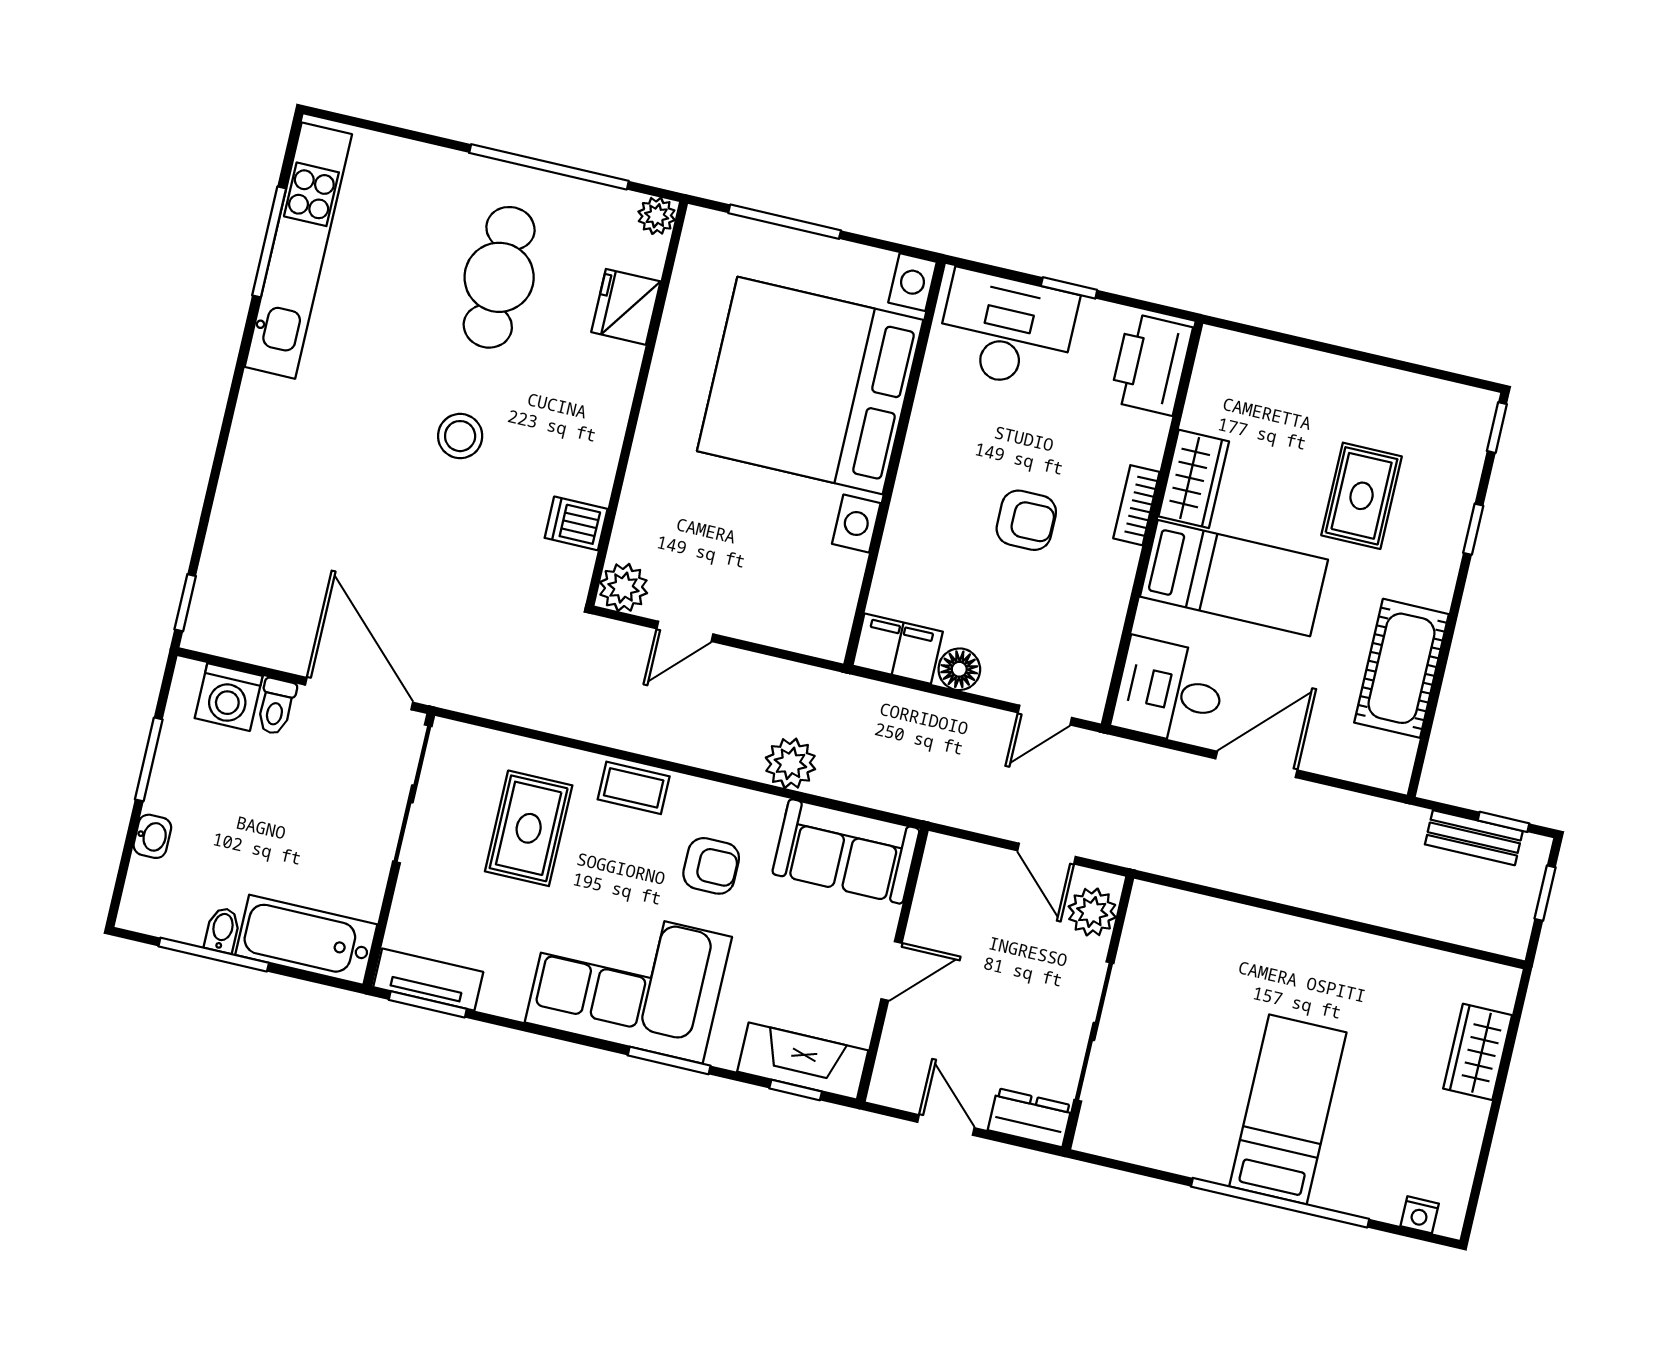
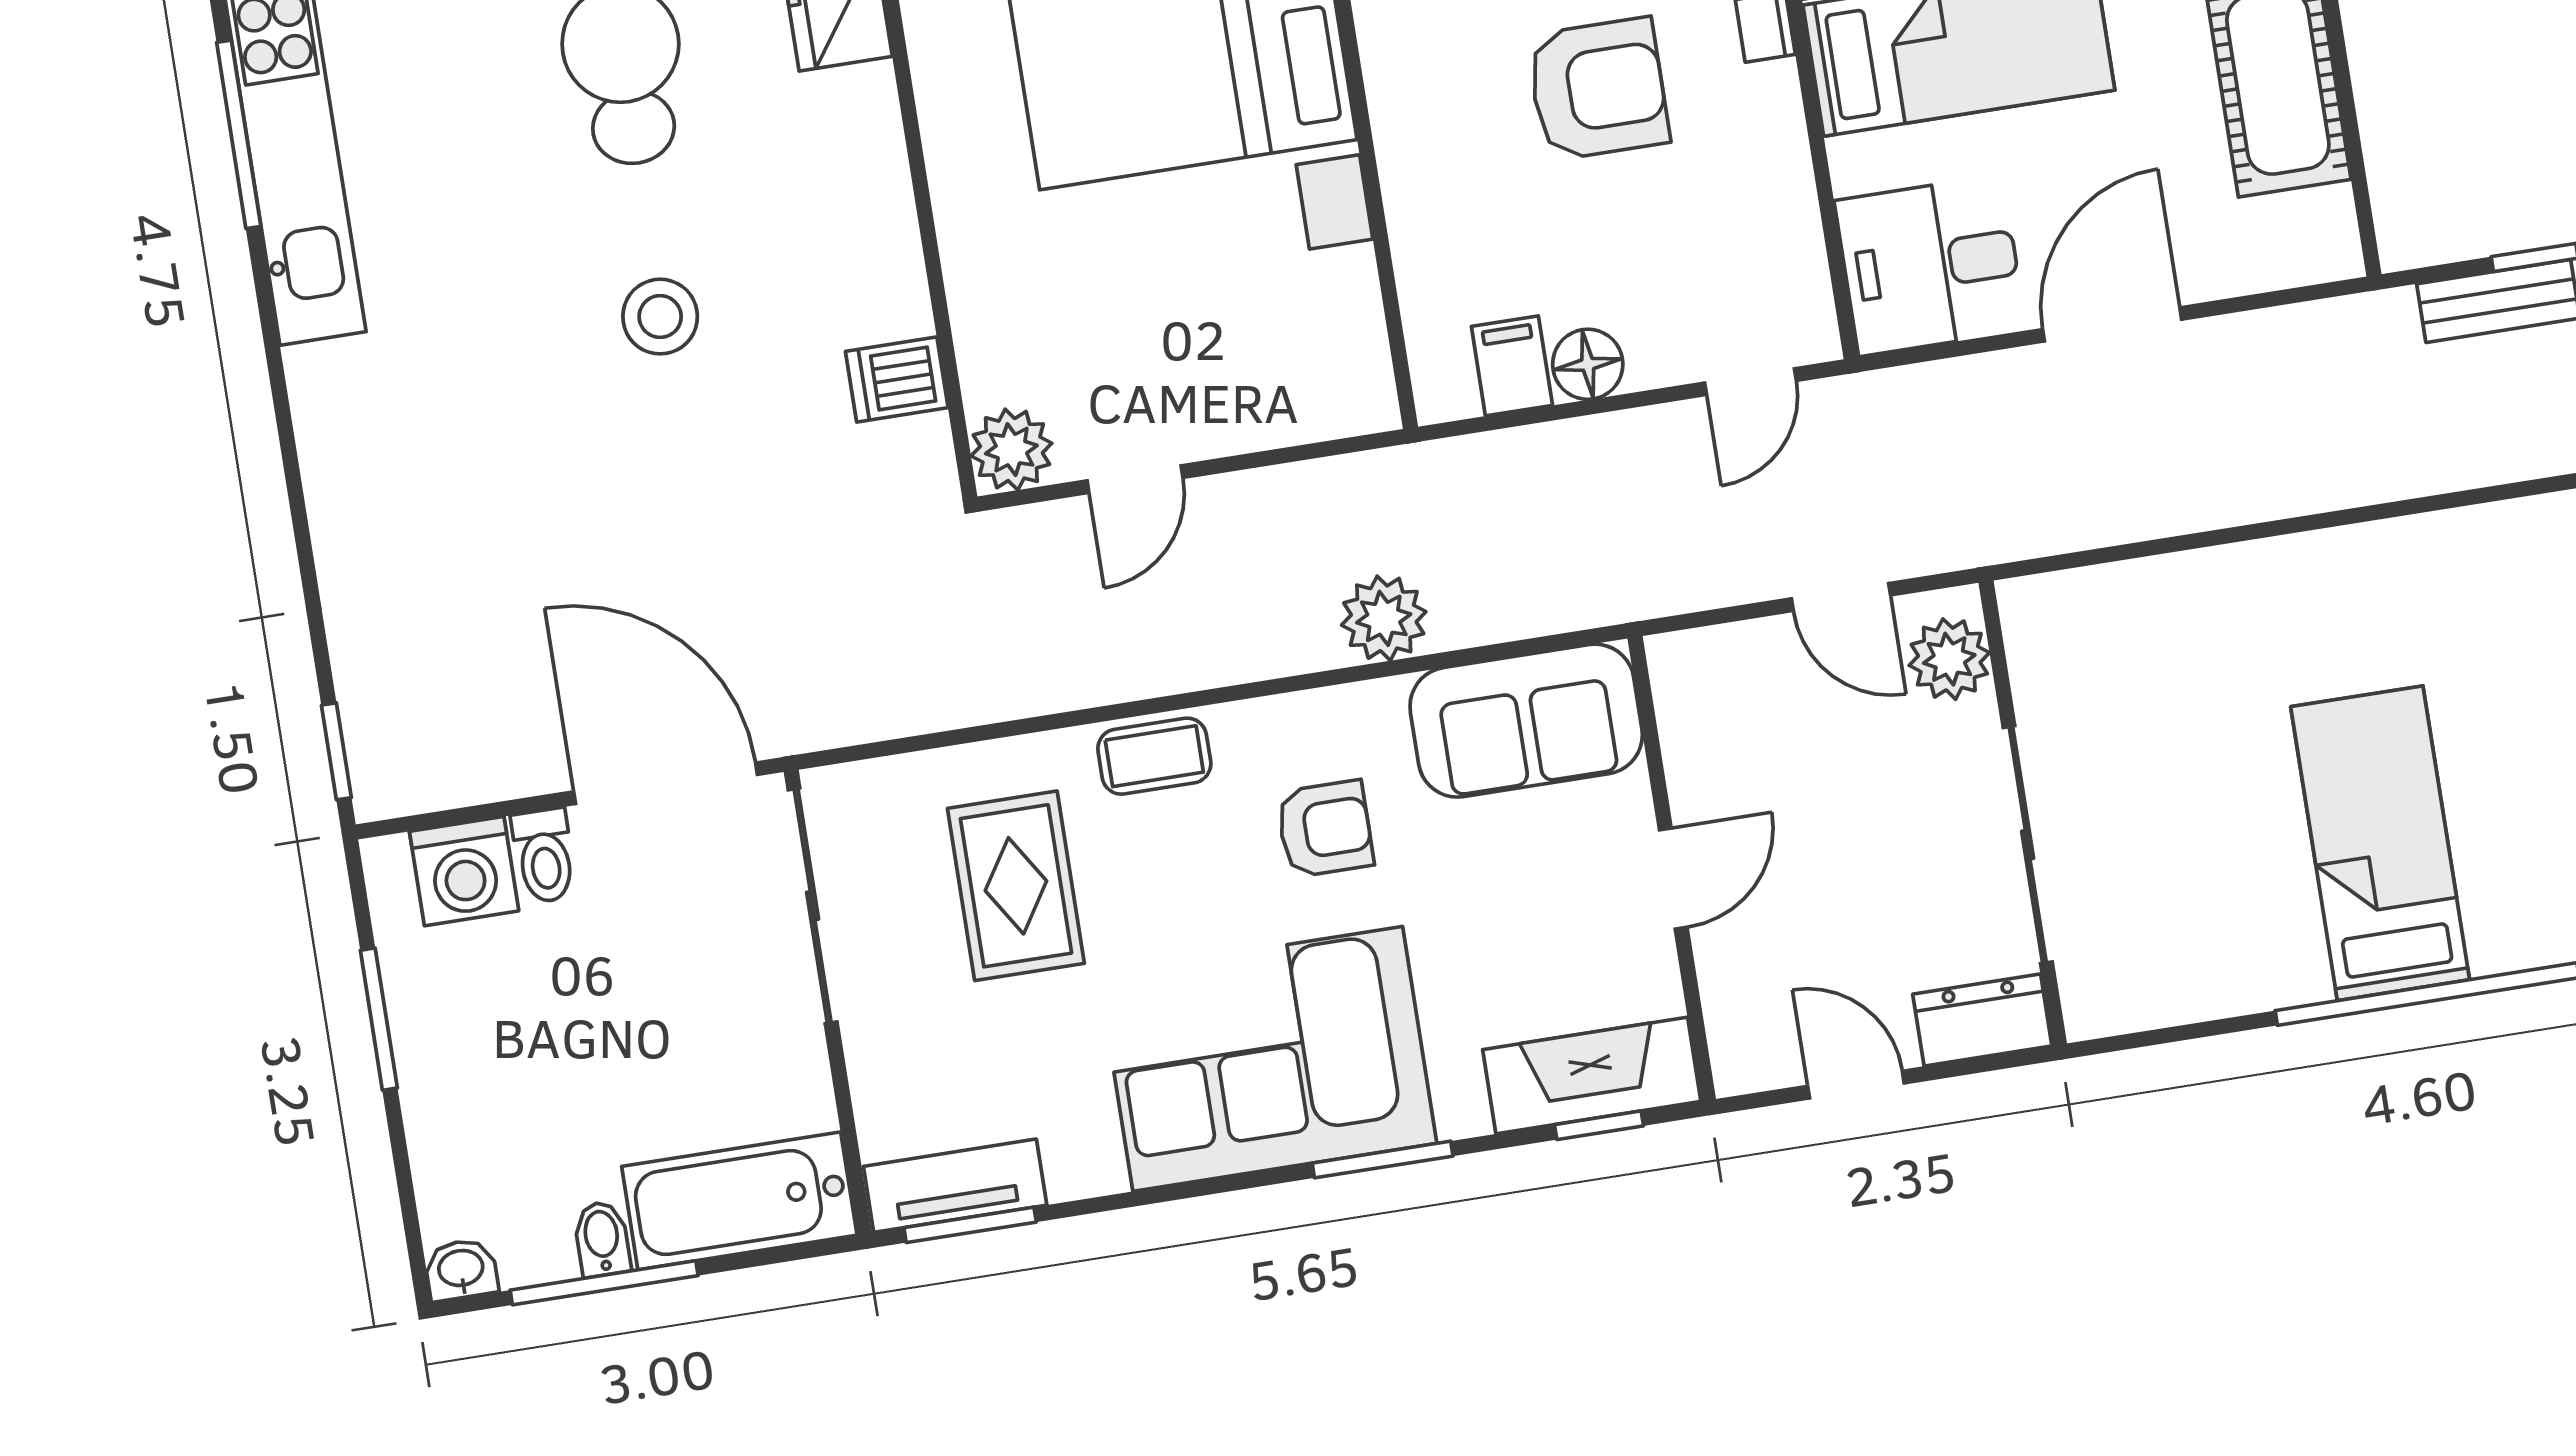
armchair: (1026, 520) -> (1598, 89), width x1.38, depth x1.38
filing cabinet: (898, 649) -> (1512, 366), width x0.50
washbasin: (152, 836) -> (461, 1270), moved, turned -90

